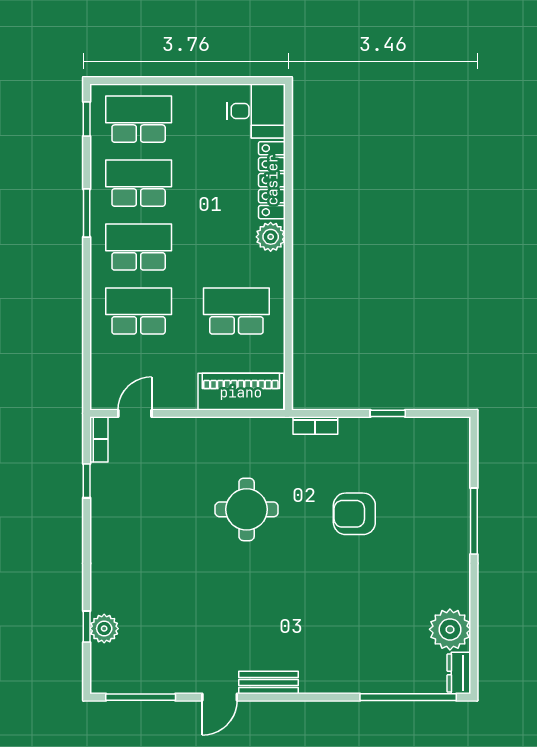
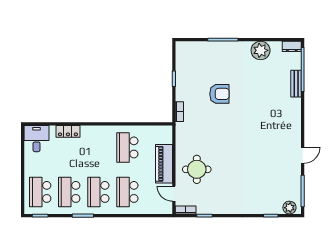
locker: (272, 180) -> (68, 131), width x0.66
plant: (271, 237) -> (94, 132), removed
piano: (241, 392) -> (164, 164), moved
round table: (247, 509) -> (197, 169), moved
armchair: (354, 514) -> (219, 94), turned -90
plant: (104, 629) -> (289, 208), moved
plant: (450, 629) -> (261, 50), moved
bench: (269, 682) -> (296, 84), moved
door: (220, 697) -> (303, 155), hinge flipped

